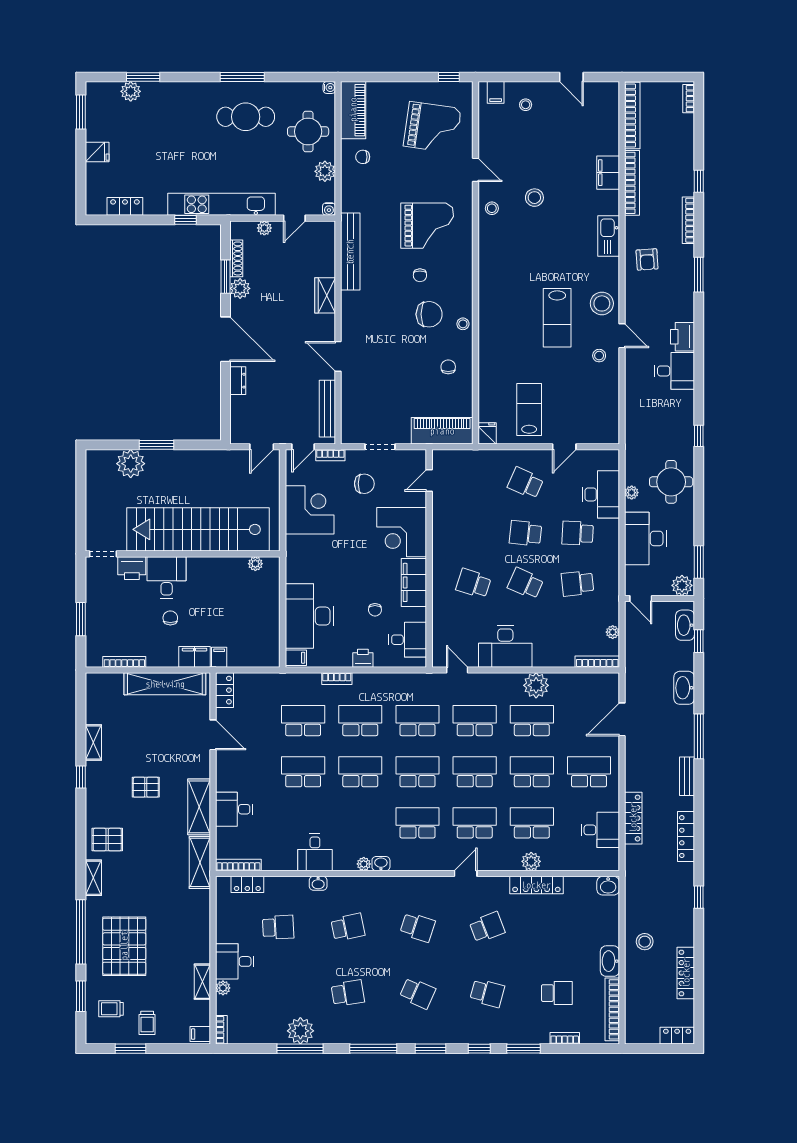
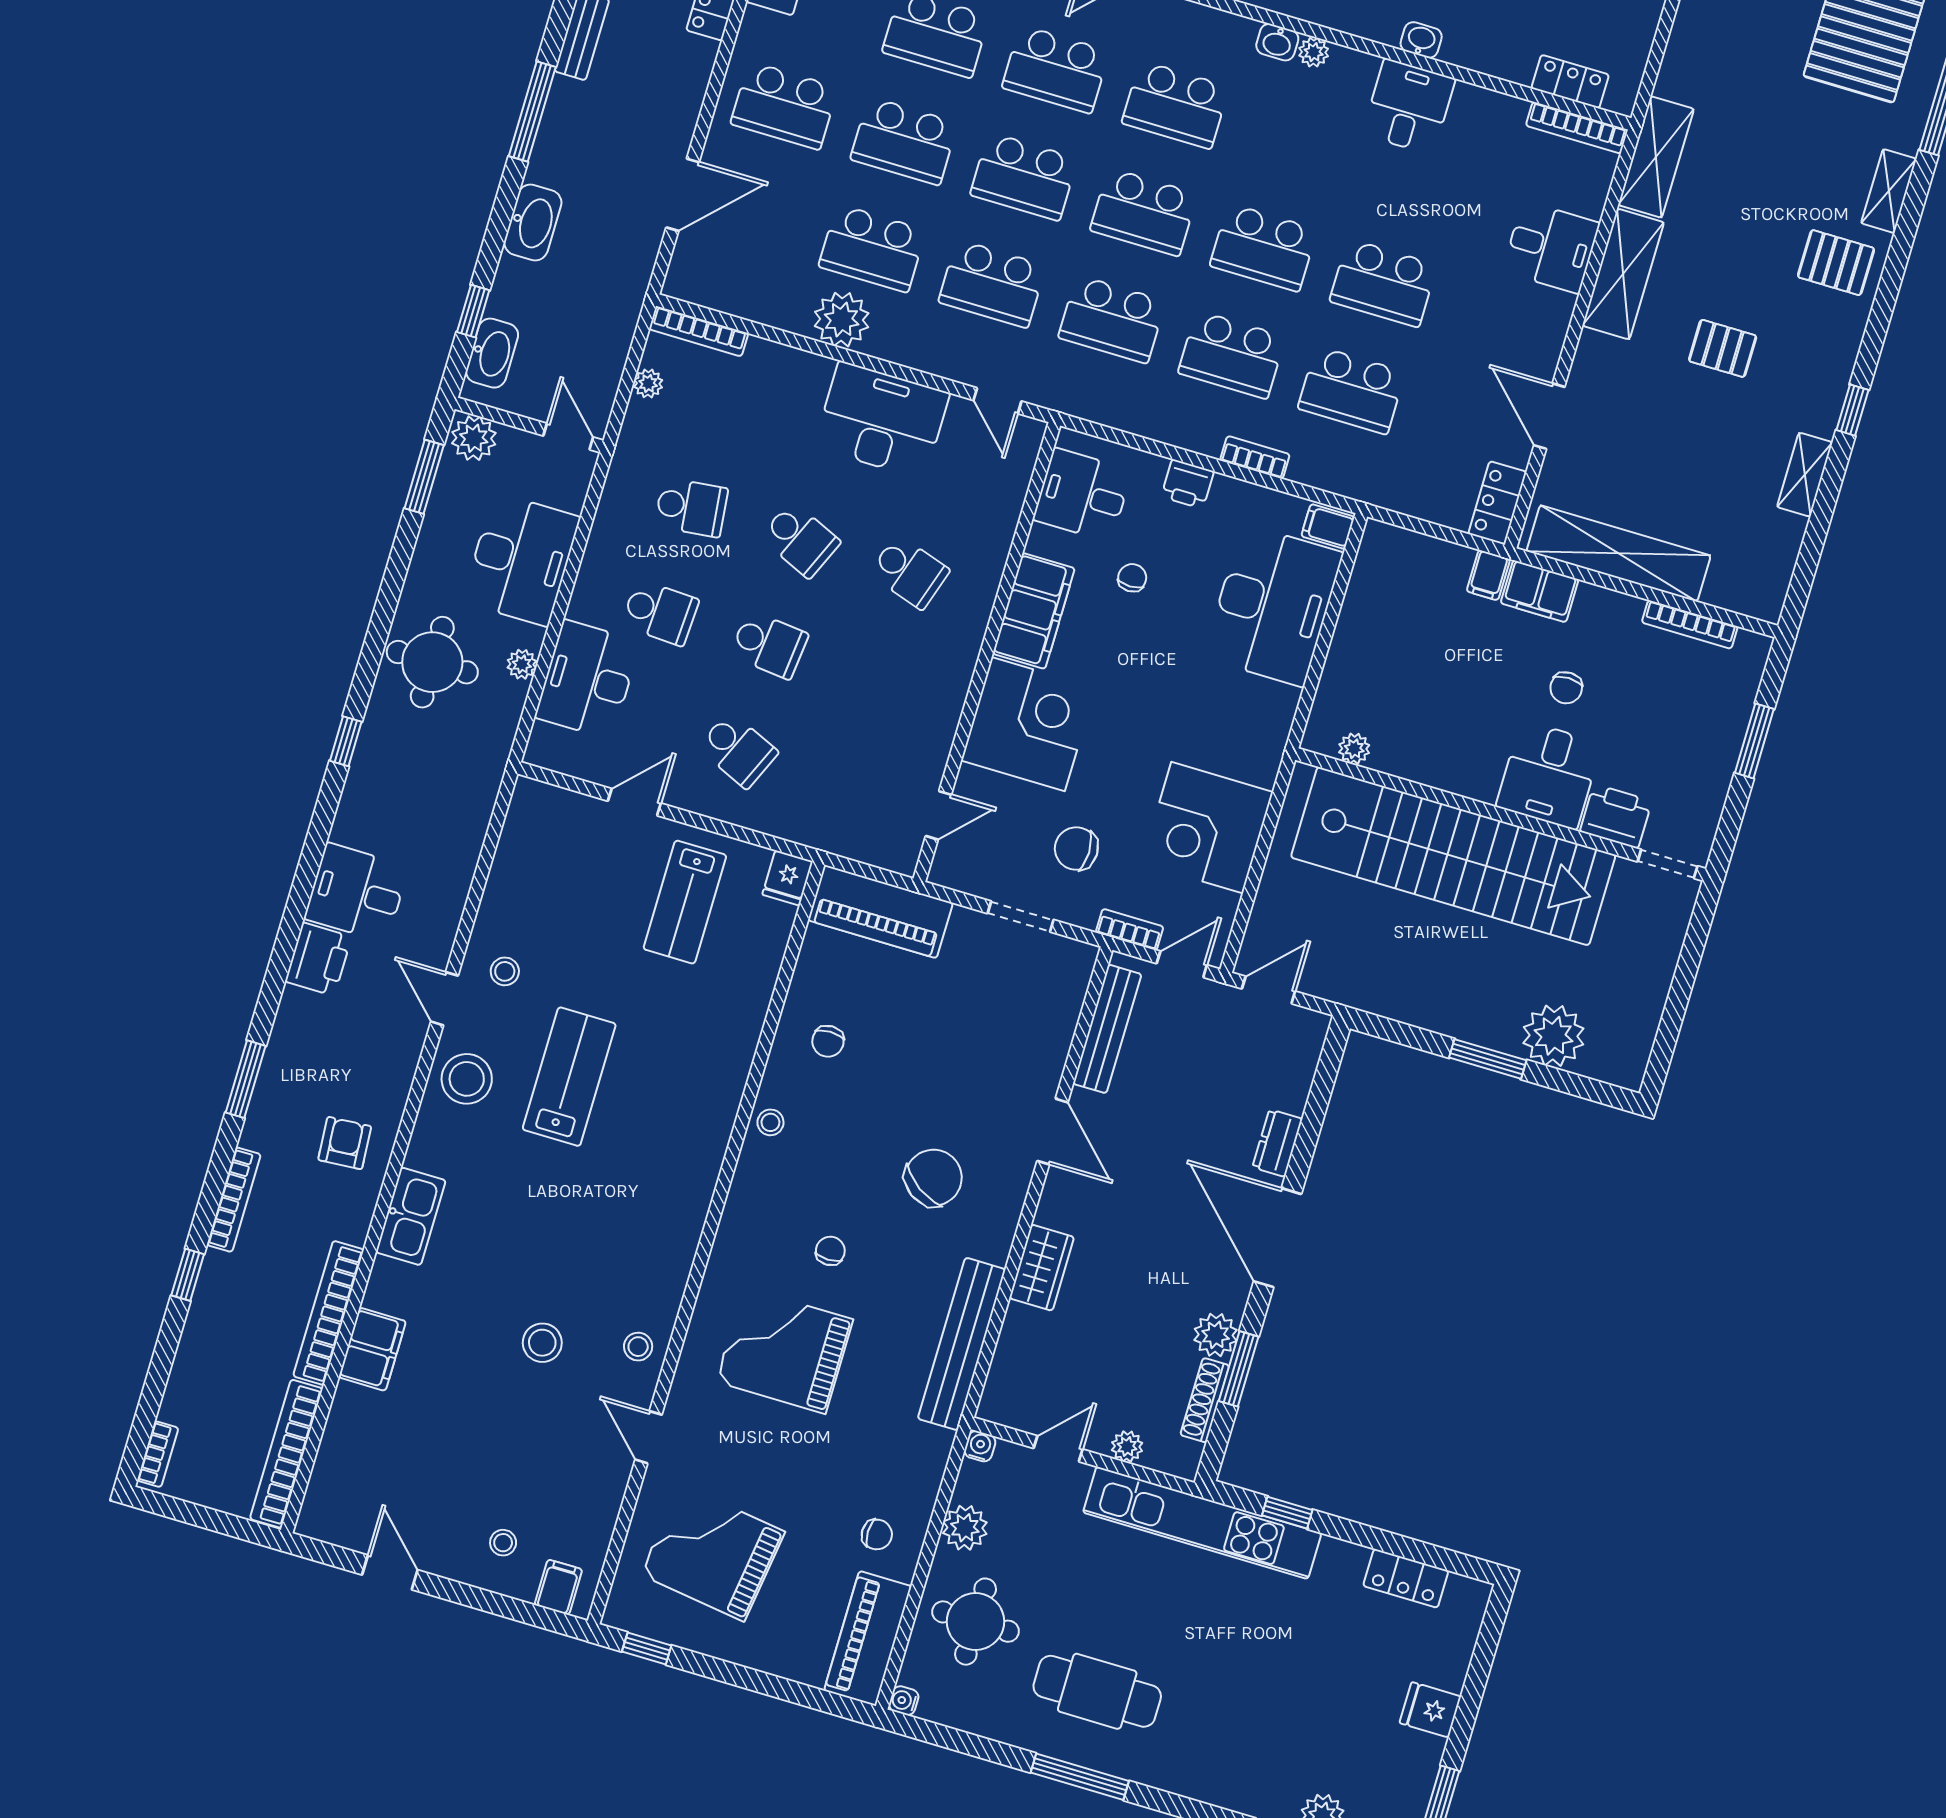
chair: (429, 314) -> (933, 1178), moved, turned 124

